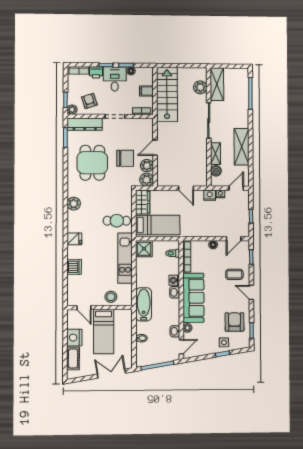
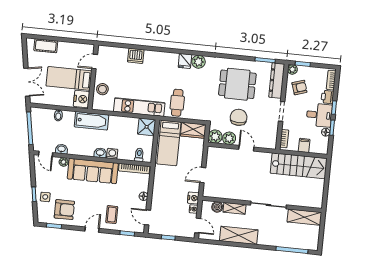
plant: (200, 87) -> (303, 200), removed
chair: (125, 158) -> (239, 117), turned 180
fridge: (74, 239) -> (185, 61), moved
nightstand: (74, 338) -> (82, 99), moved, turned 90

